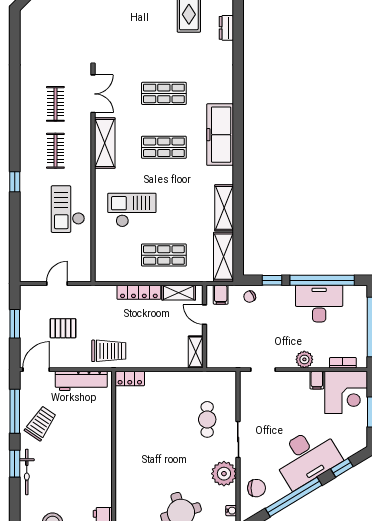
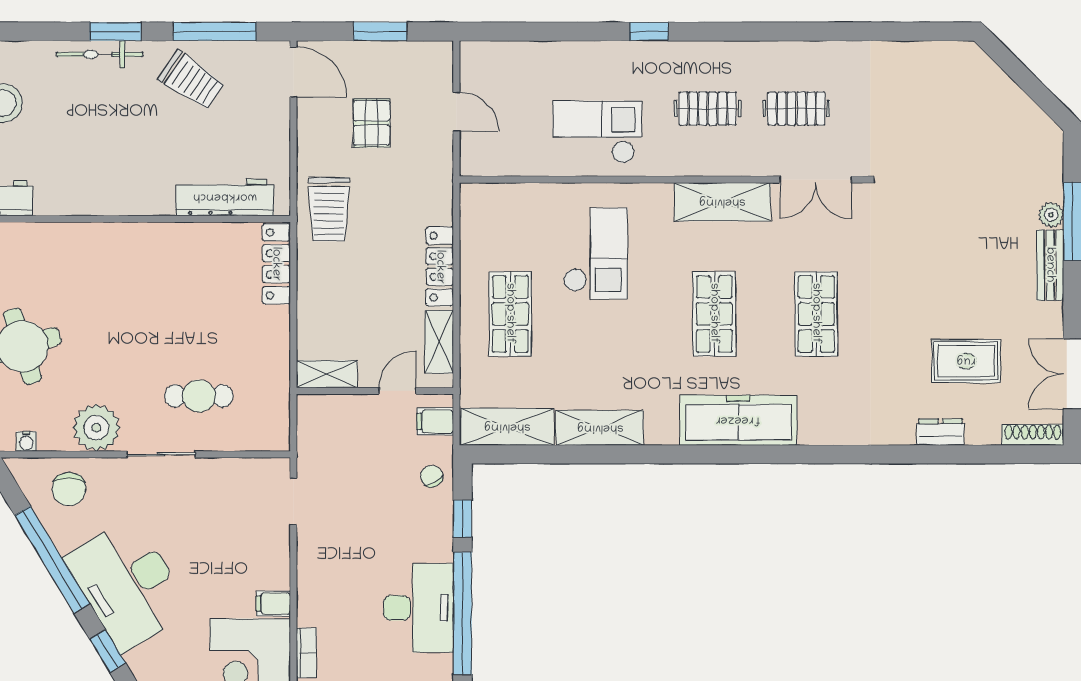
plant: (304, 359) -> (313, 580), removed
locker: (130, 379) -> (276, 264), width x1.53
workbench: (81, 381) -> (225, 197), moved, turned 90

